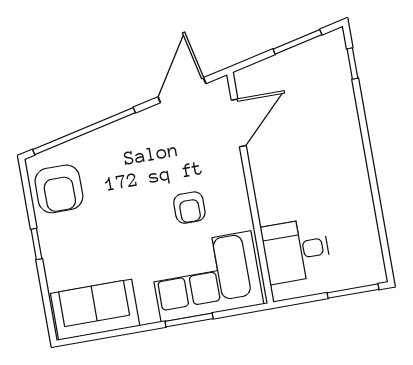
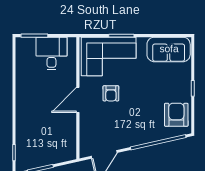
door: (239, 123) -> (78, 100), moved
armchair: (189, 208) -> (111, 93), turned 180
desk: (296, 251) -> (51, 53), moved, turned -90

